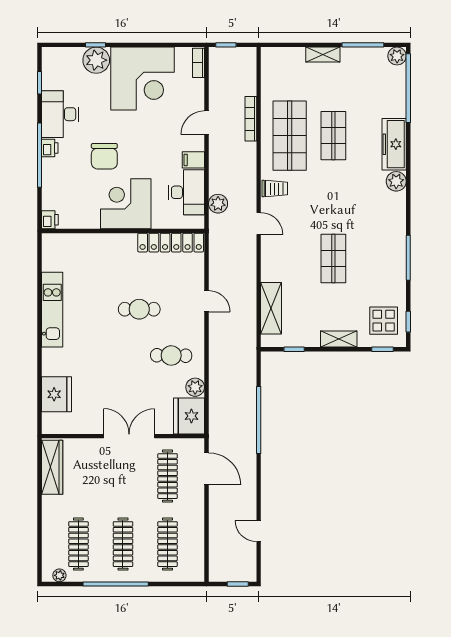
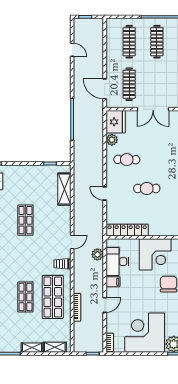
door: (259, 223) -> (72, 242), swing flipped
shelving: (339, 339) -> (55, 347), moved

